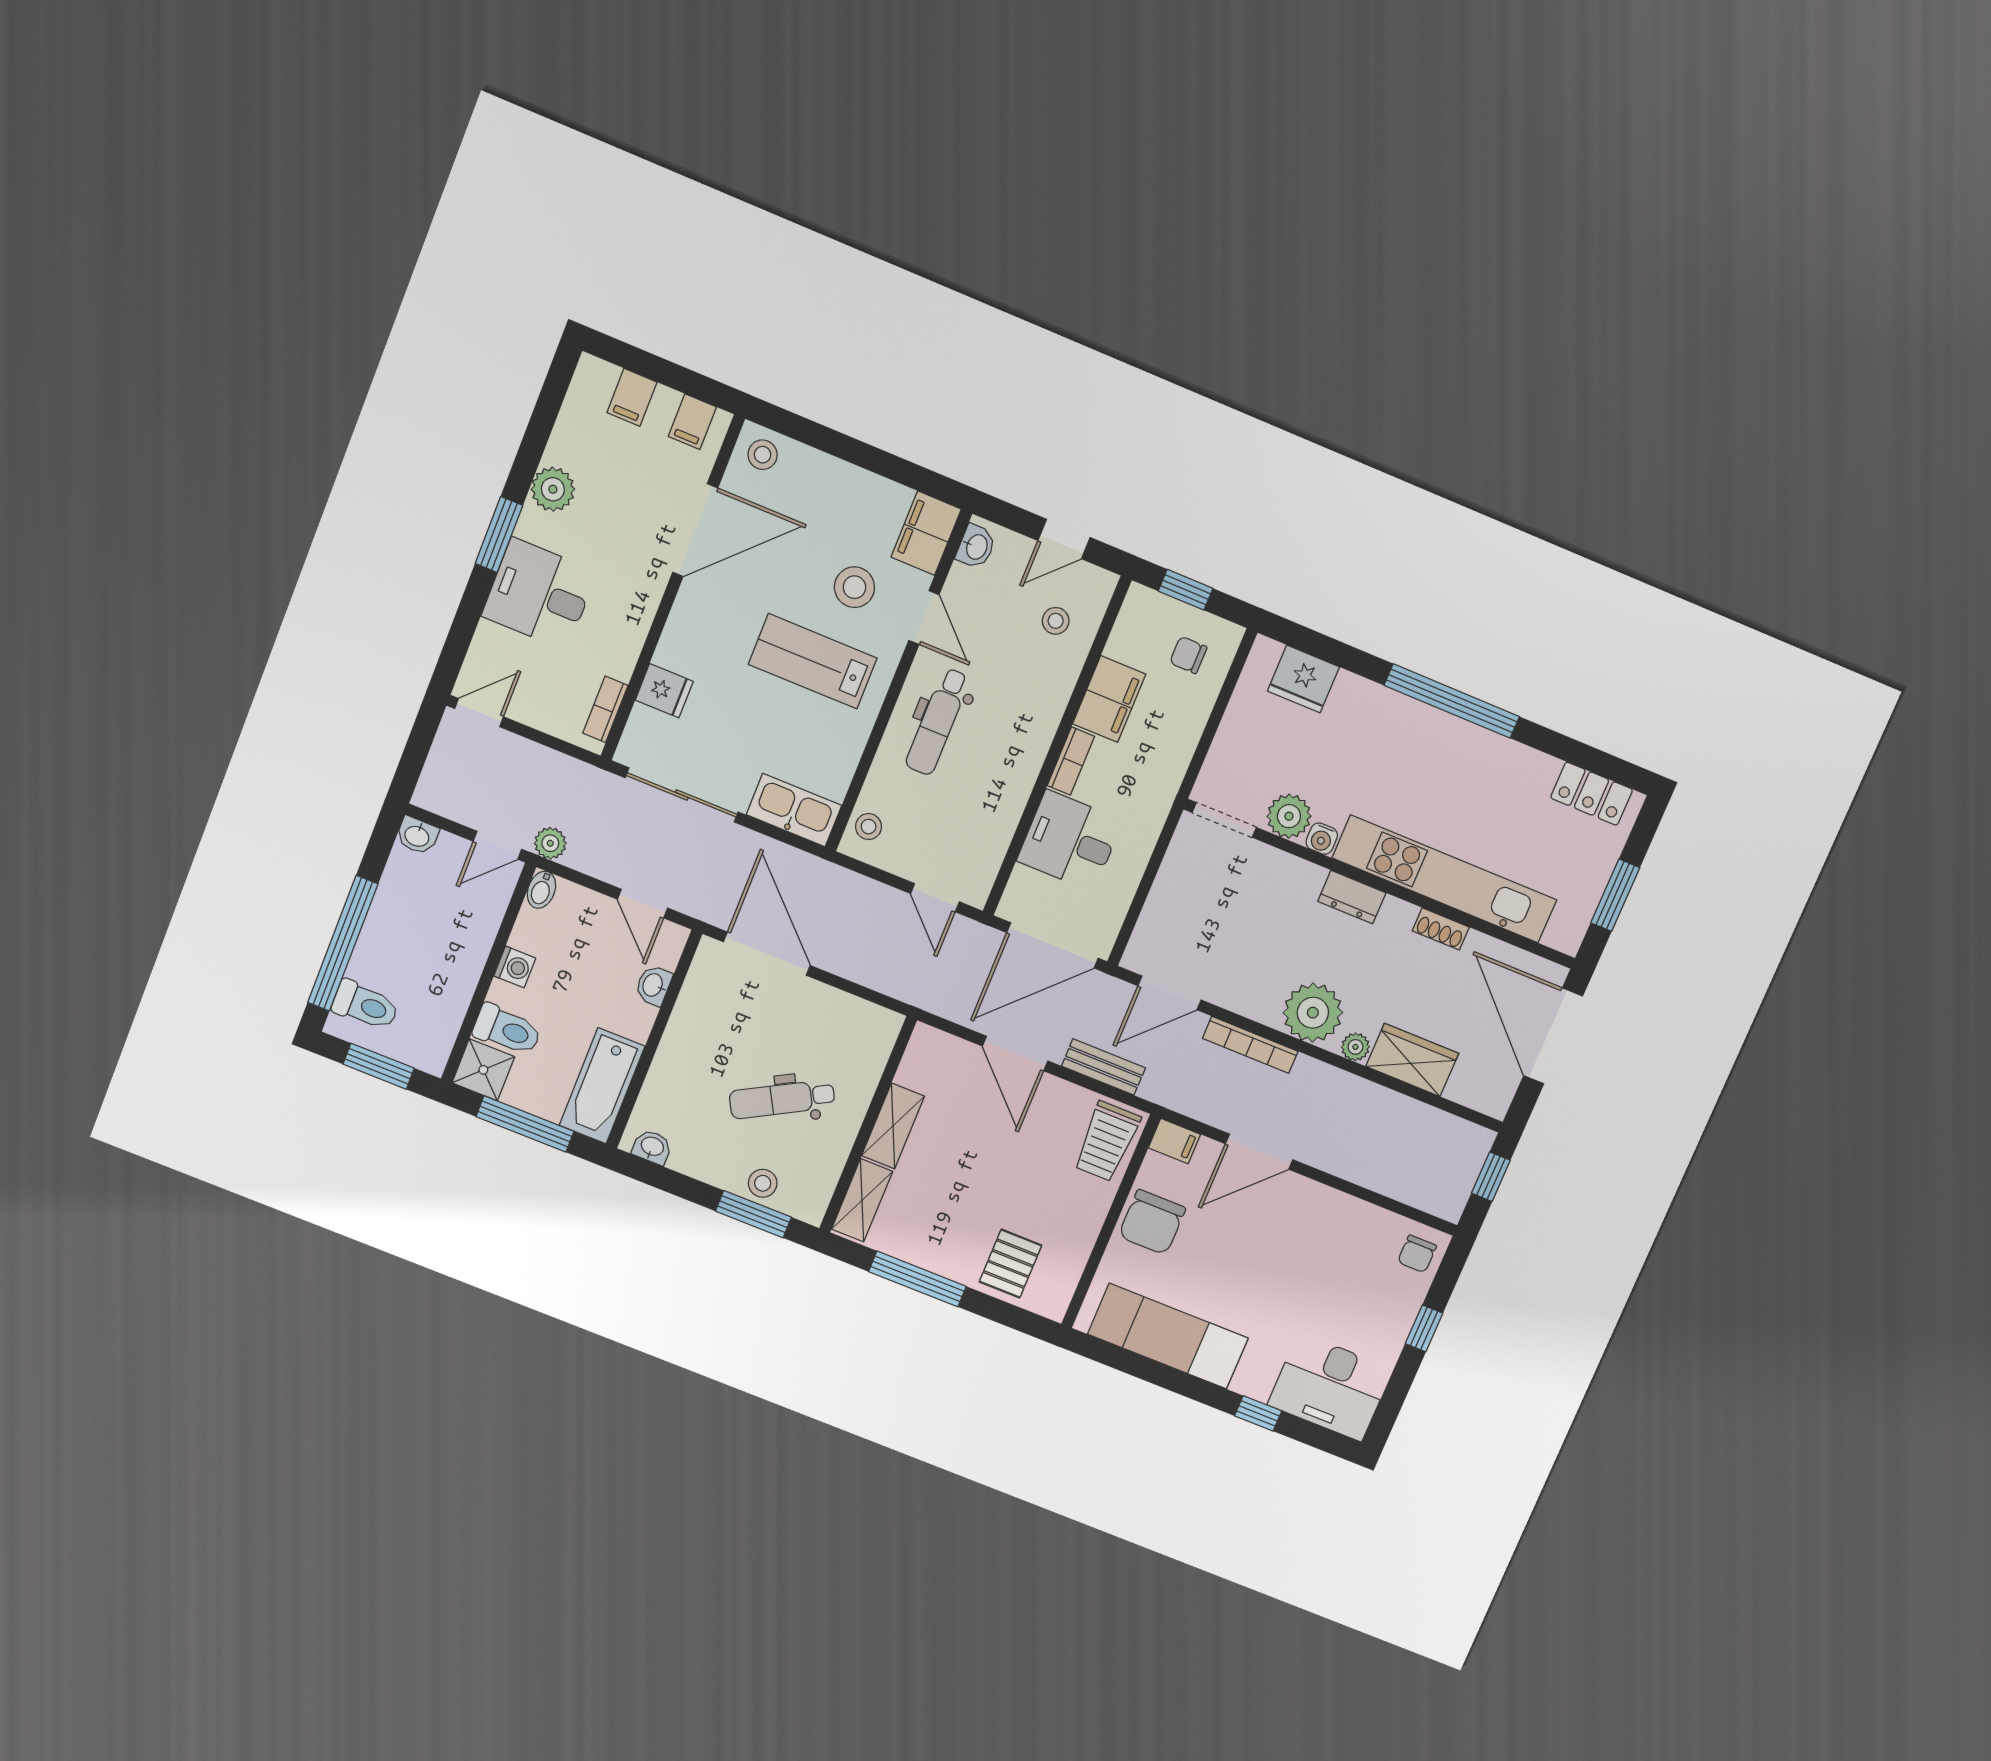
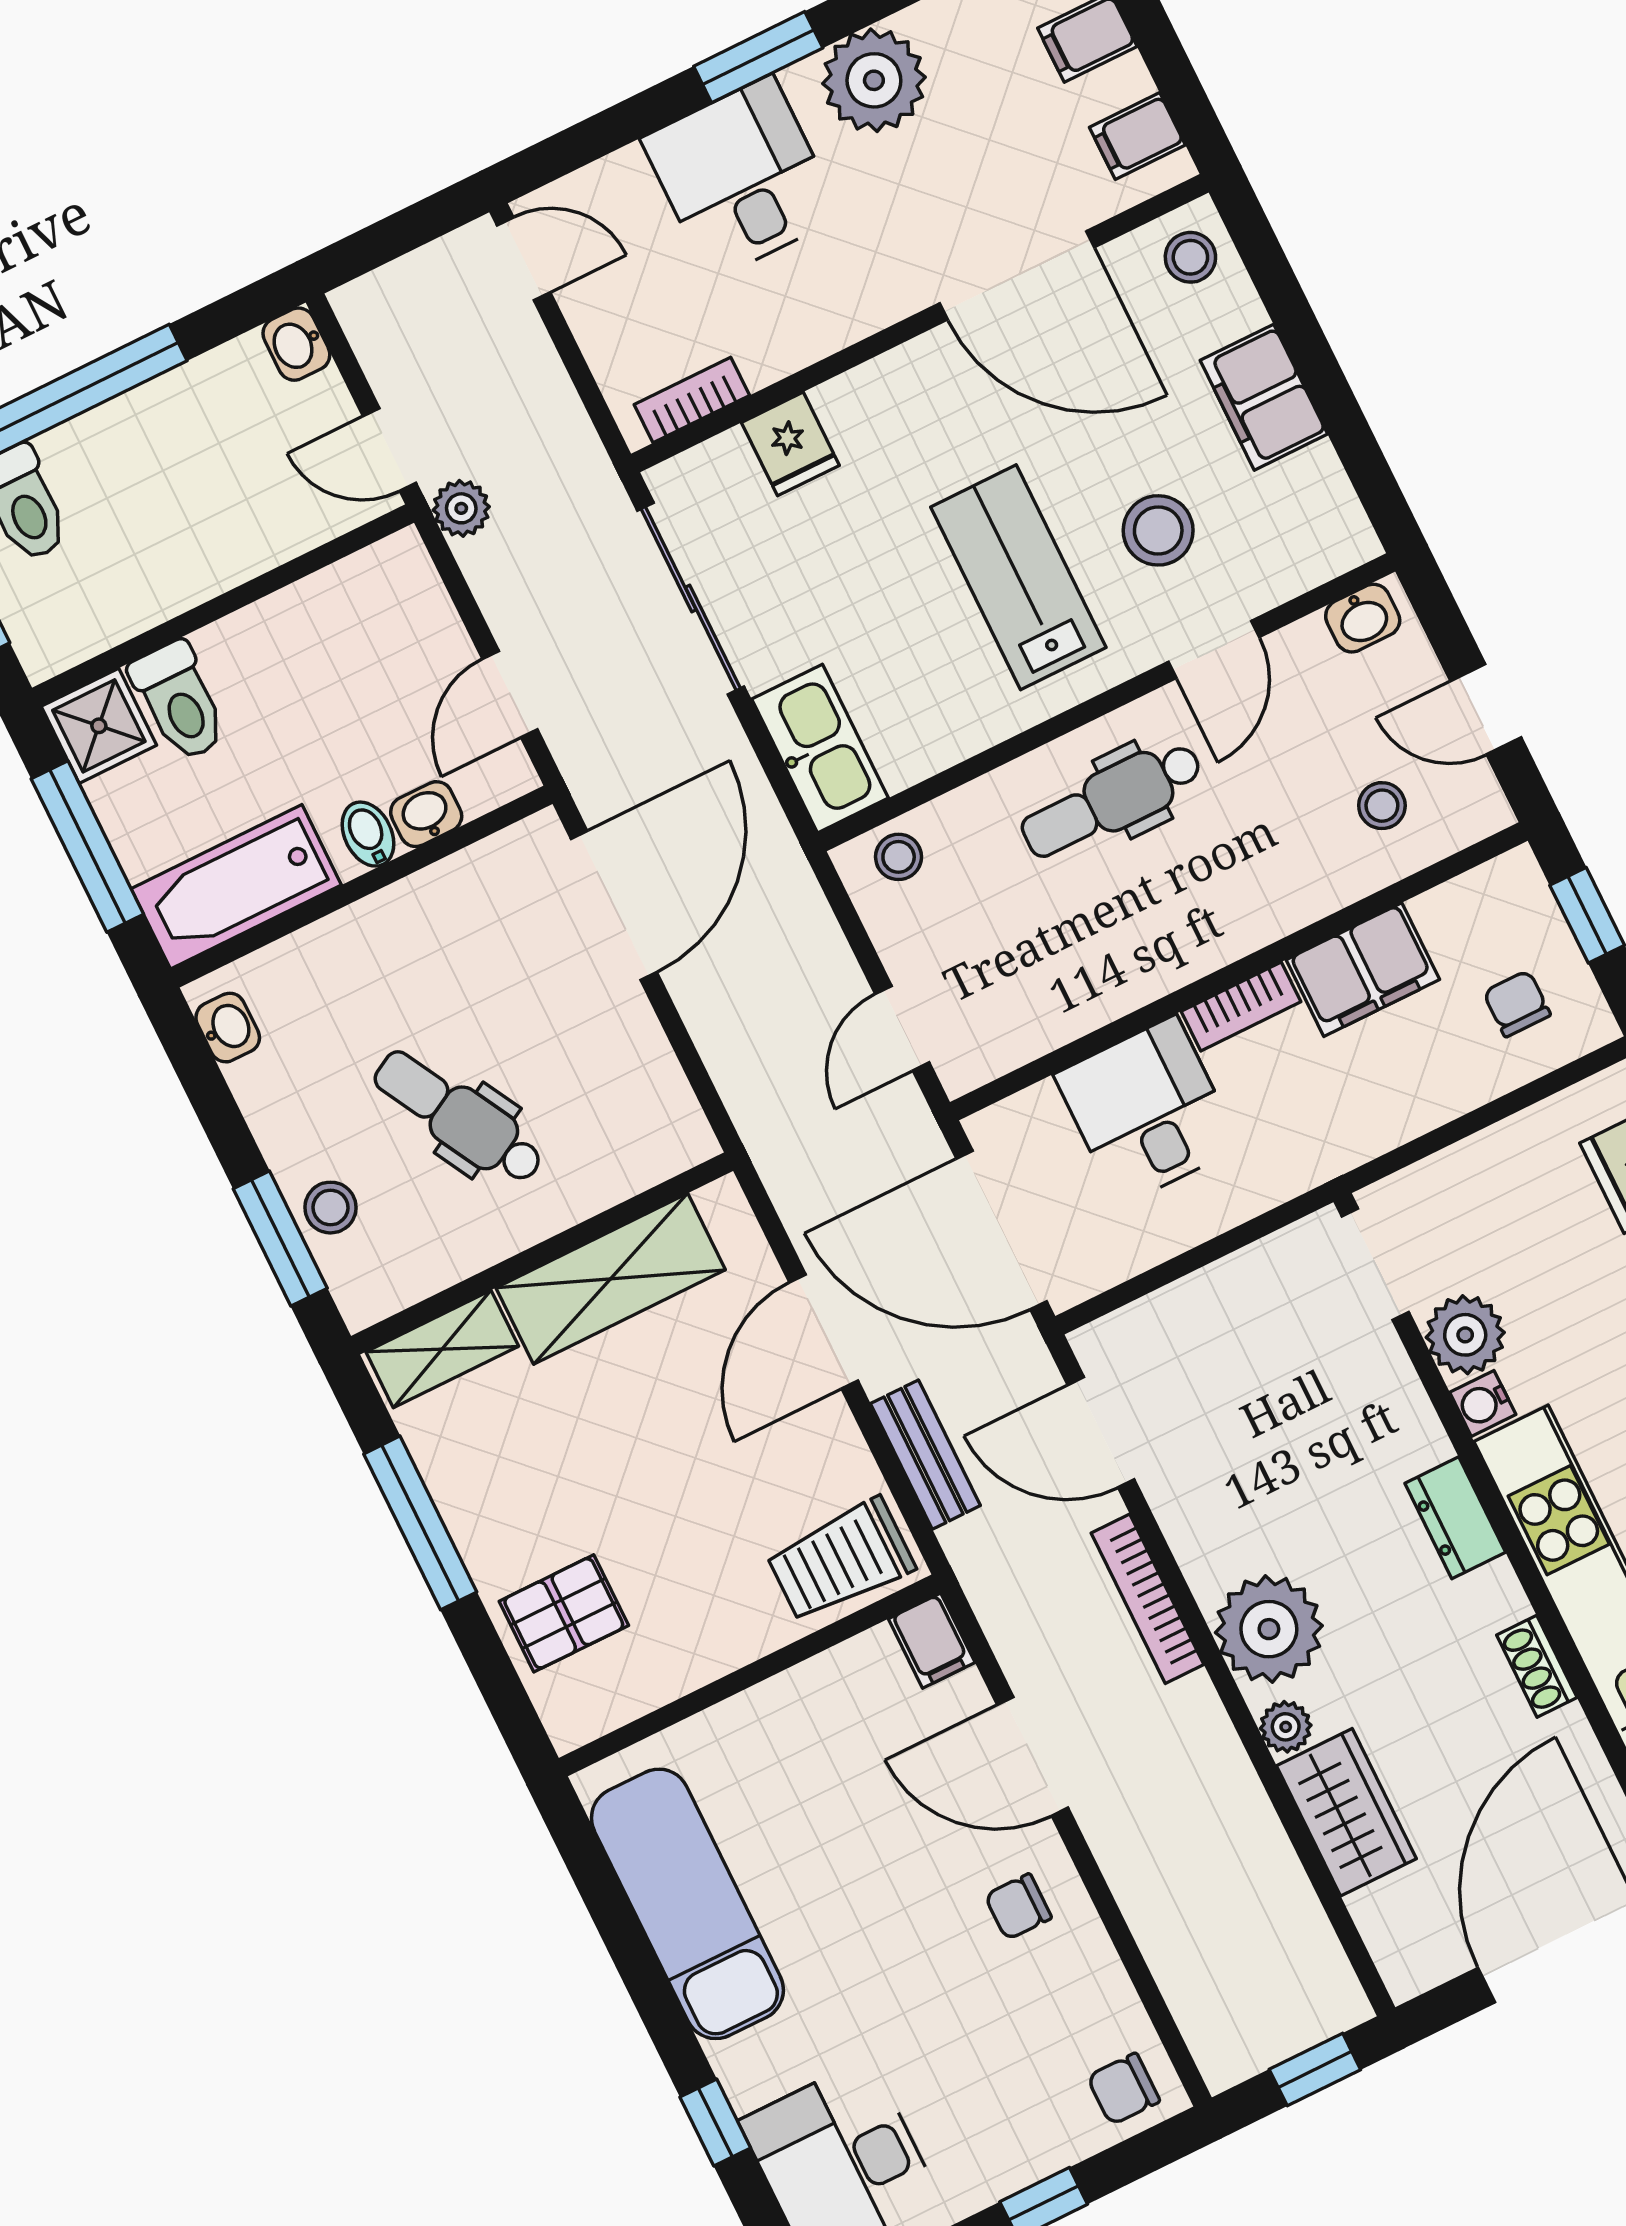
plant: (553, 489) -> (874, 80), width x1.36, depth x1.36
filing cabinet: (926, 533) -> (1264, 397), moved, turned -90
bidet: (541, 890) -> (368, 834), moved, turned 90
washing machine: (515, 967) -> (266, 628), removed
shelving: (893, 1126) -> (611, 1279), width x1.50, depth x1.33
chair: (1152, 1222) -> (1018, 1907), moved, width x0.54, depth x0.54

